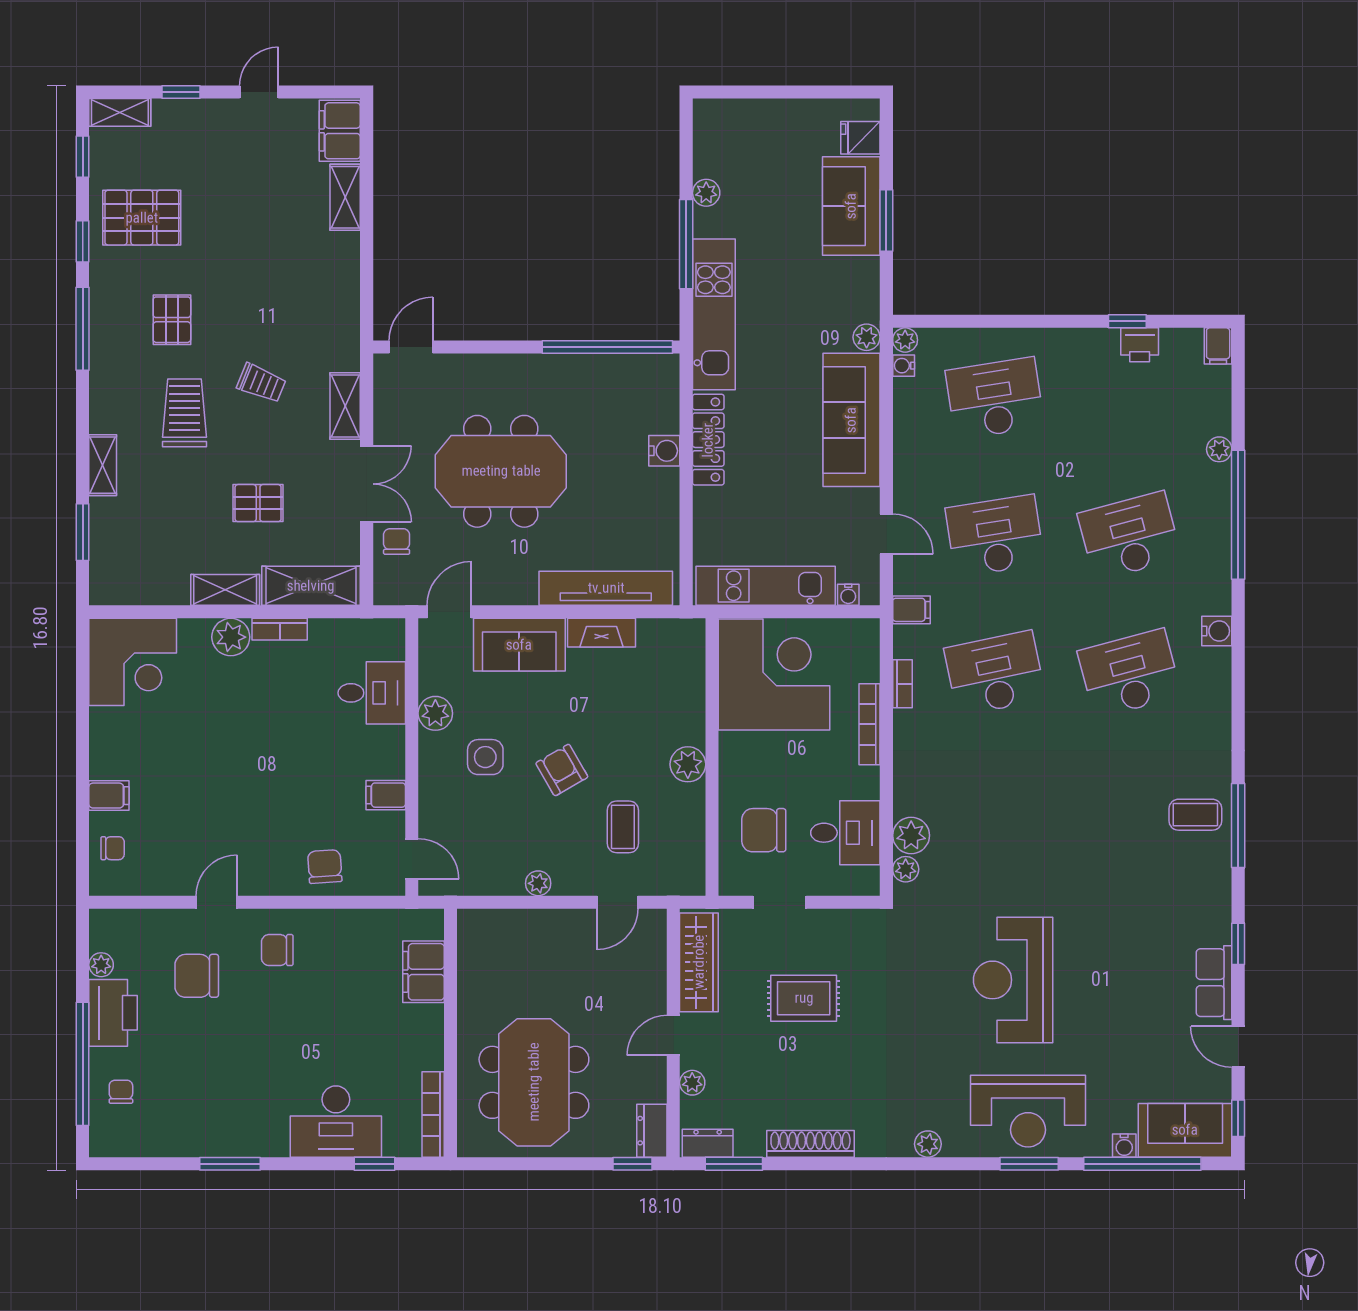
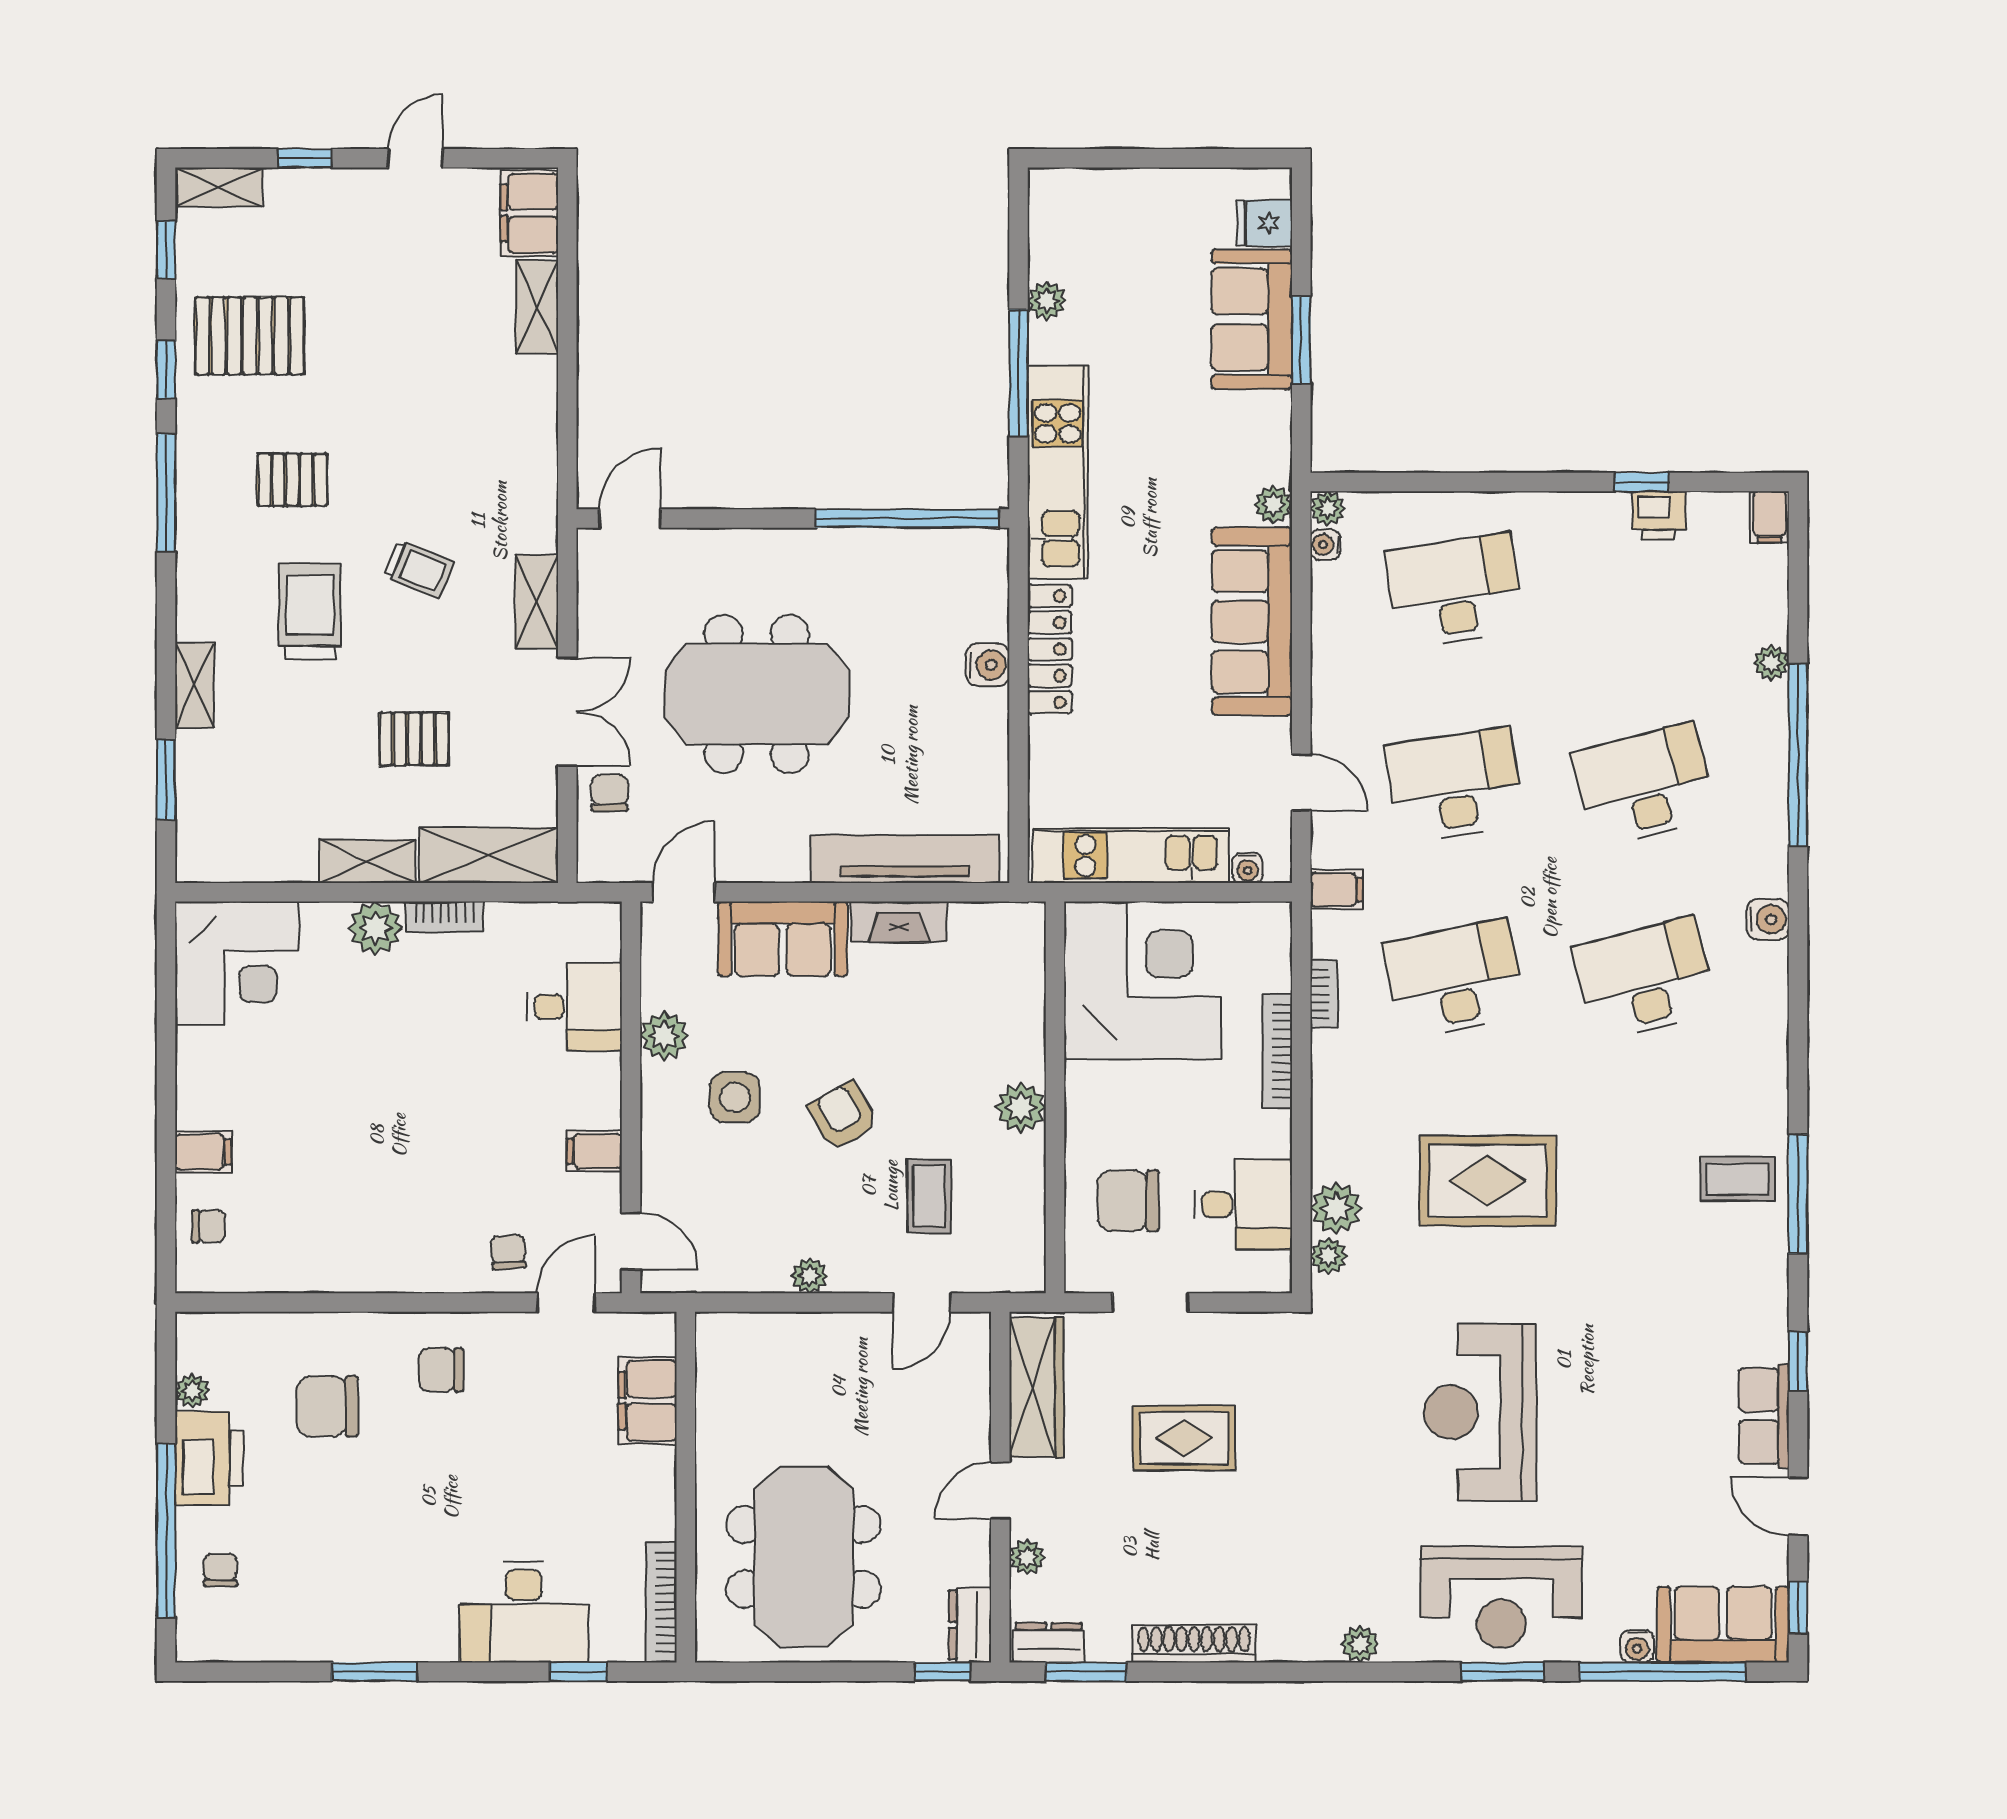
pallet: (172, 320) -> (292, 480), turned 90
rug: (1018, 816) -> (1488, 1181), added
chair: (325, 867) -> (508, 1252), width x0.73, depth x0.73
door: (217, 902) -> (566, 1303), moved

